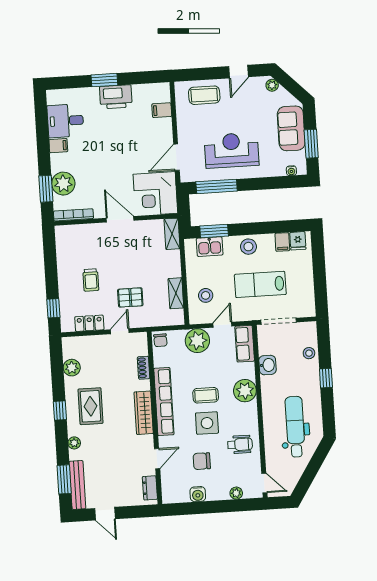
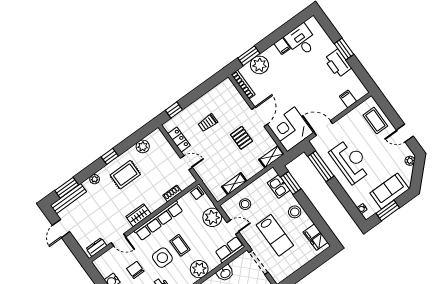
lab bench: (260, 284) -> (275, 235), turned 180
pallet: (130, 297) -> (241, 138), moved
wardrobe: (144, 413) -> (138, 215), width x0.67

